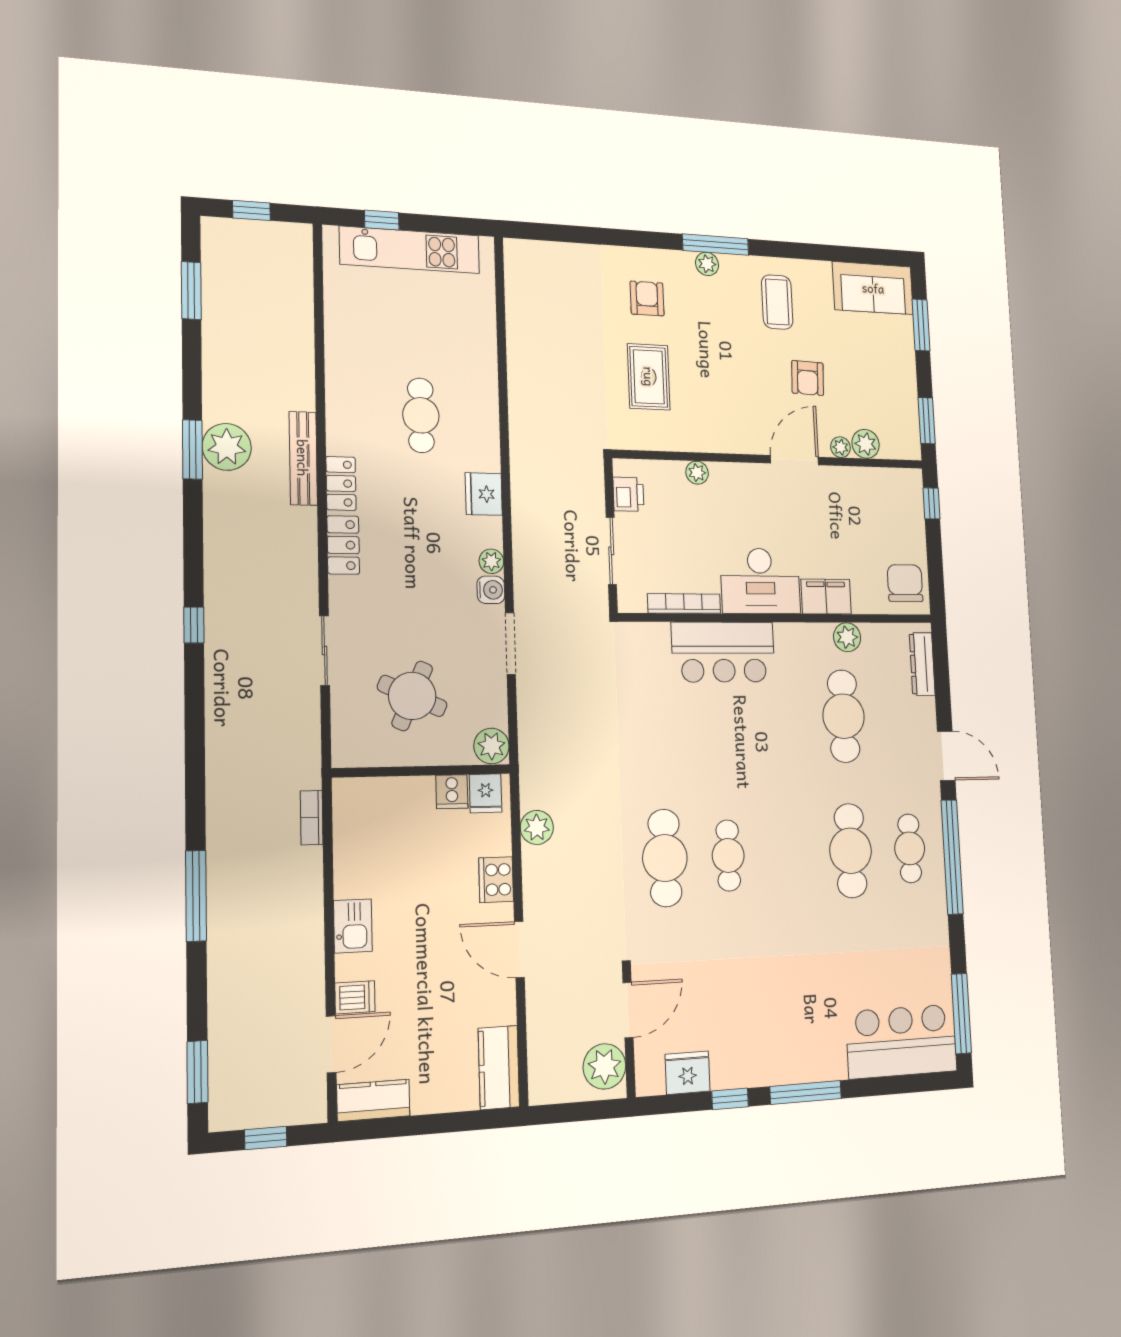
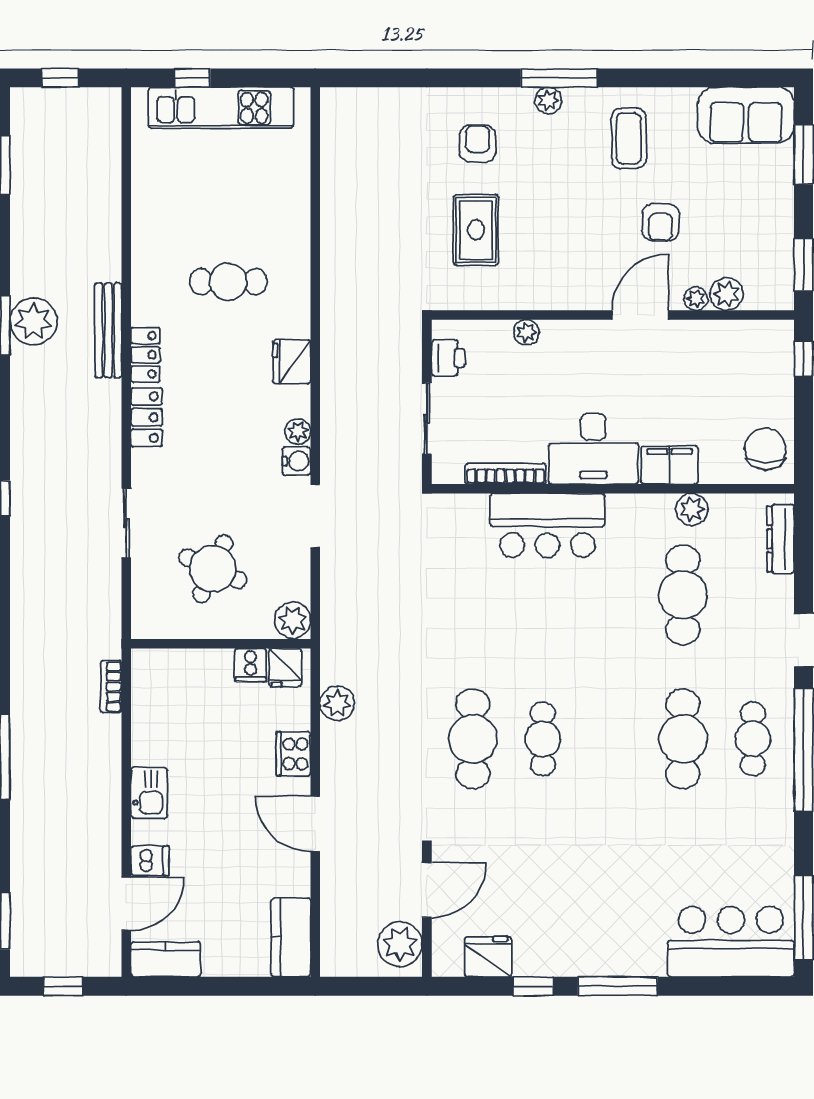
cafe table: (421, 415) -> (228, 282), turned 90

